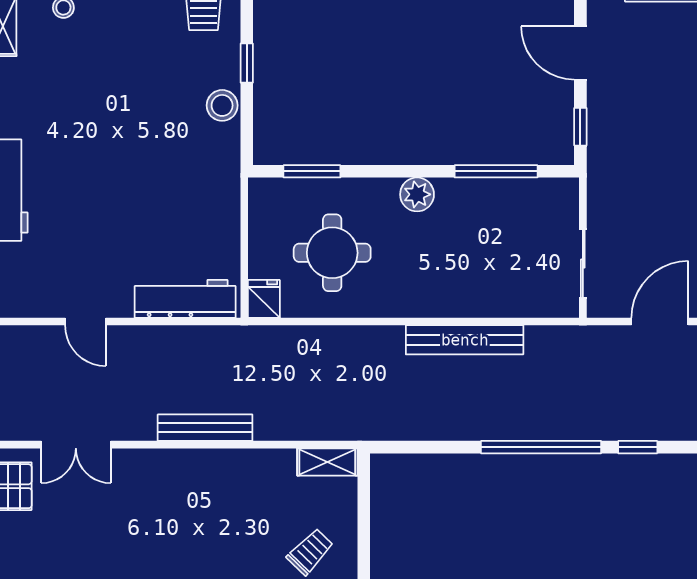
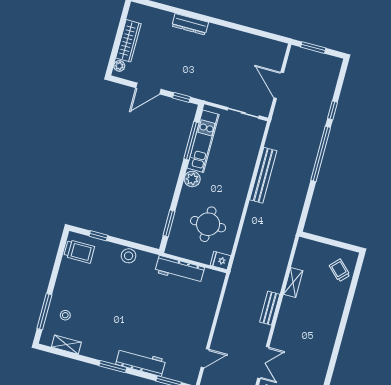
window: (247, 63) -> (98, 236), moved
kitchen unit: (501, 196) -> (203, 141), added
workbench: (185, 299) -> (180, 270), moved, turned -90
door: (85, 322) -> (205, 358), moved
bench: (205, 428) -> (270, 308), width x0.73
shelving: (327, 462) -> (293, 282), moved

